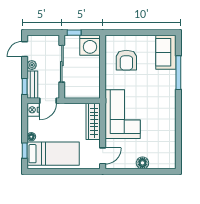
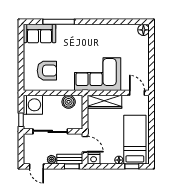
boiler: (93, 83) -> (69, 102), added
floor lamp: (142, 163) -> (143, 30), moved

